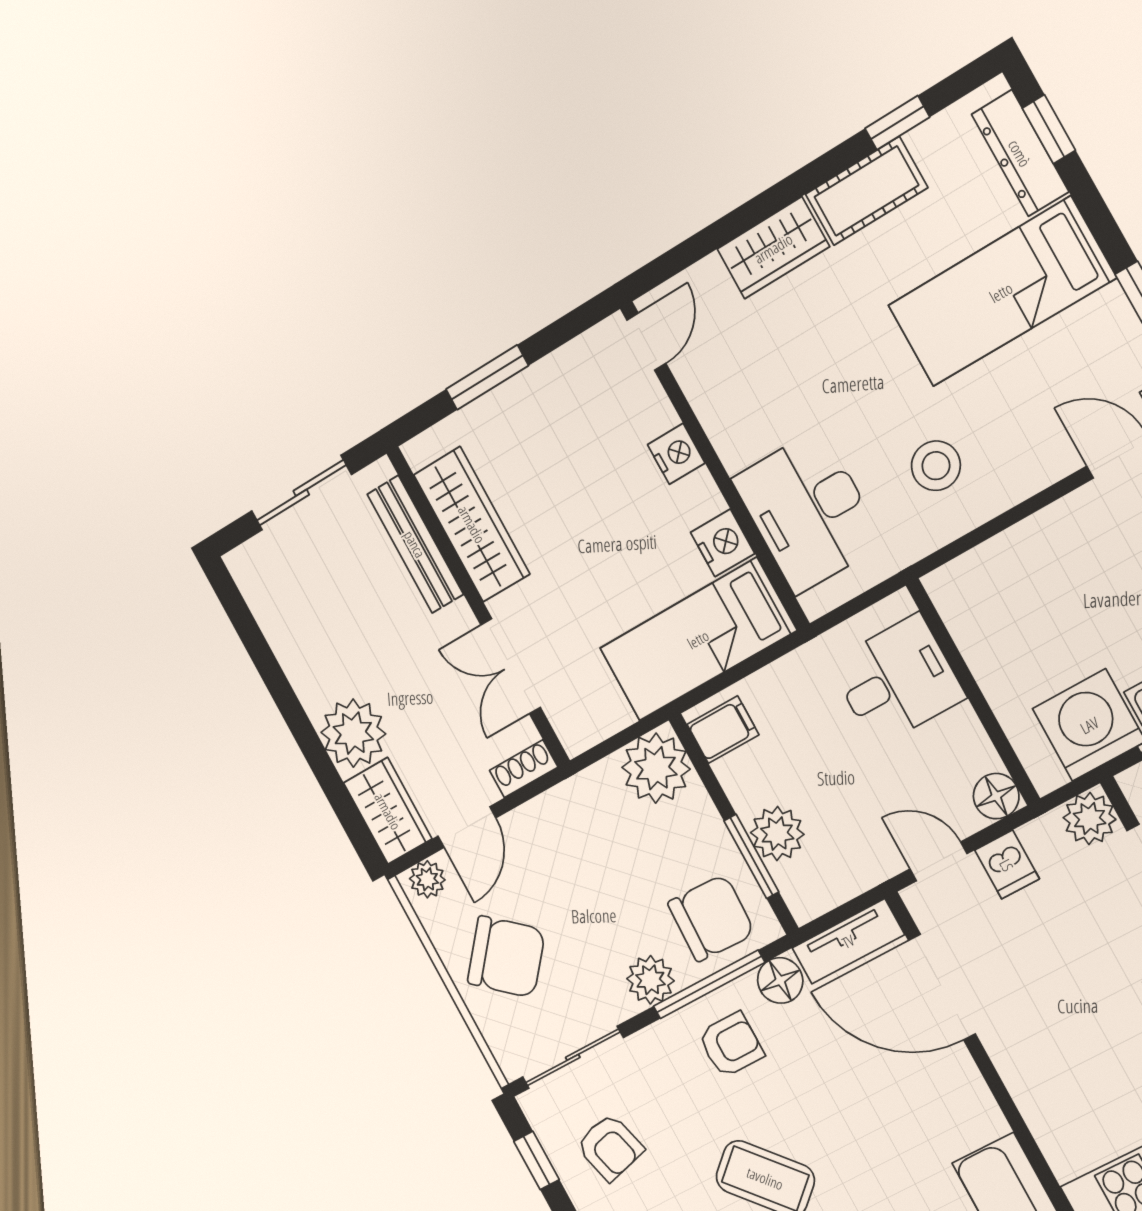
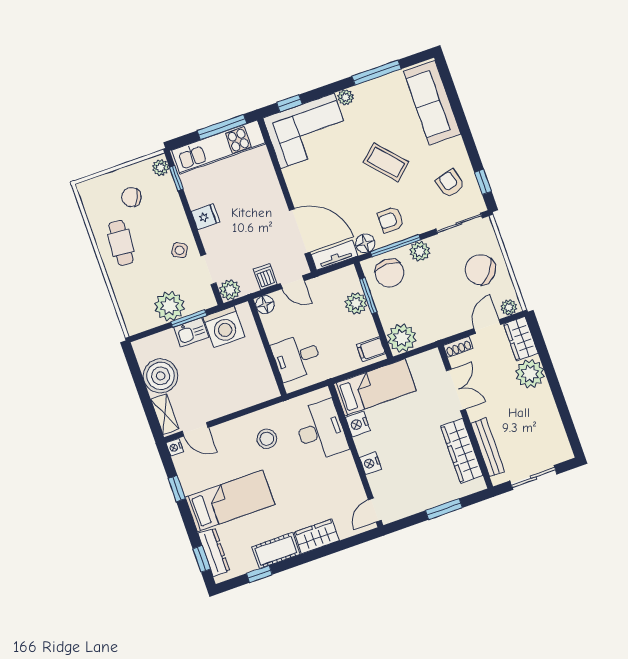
chair: (711, 918) -> (390, 273), turned -92

